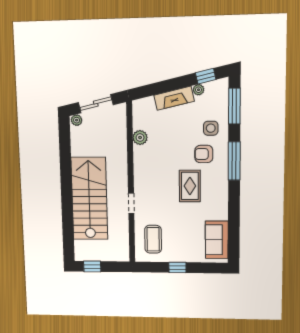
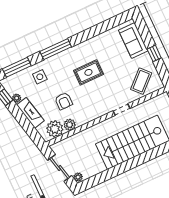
plant: (143, 118) -> (55, 129), added
armchair: (204, 154) -> (64, 101), moved
coffee table: (153, 239) -> (141, 81), turned -43
sofa: (217, 240) -> (133, 40), moved, turned 90

